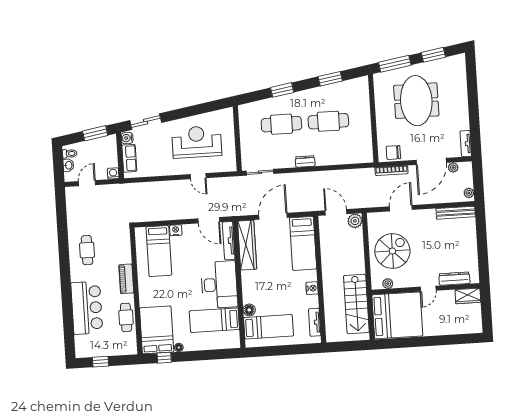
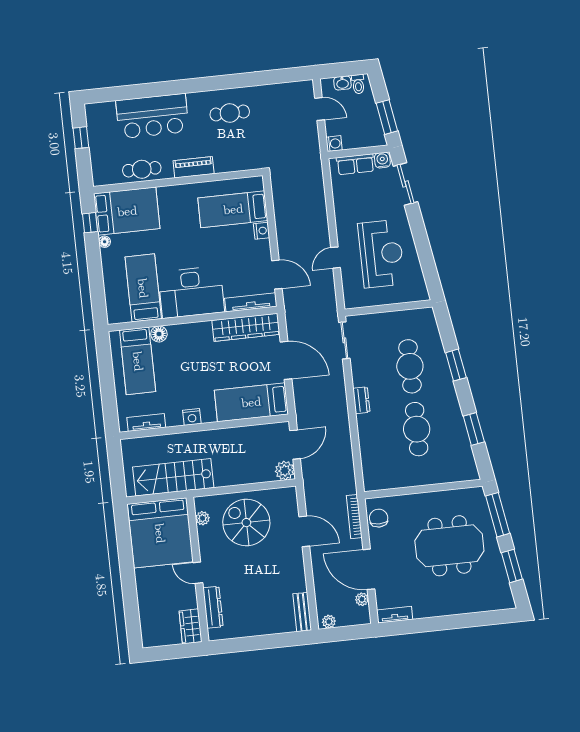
bench: (456, 213) -> (302, 612), width x0.73
door: (209, 220) -> (277, 275), swing flipped
spiral stairs: (392, 251) -> (246, 523), turned 180

